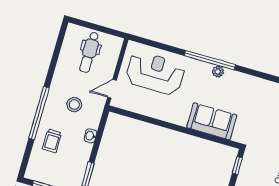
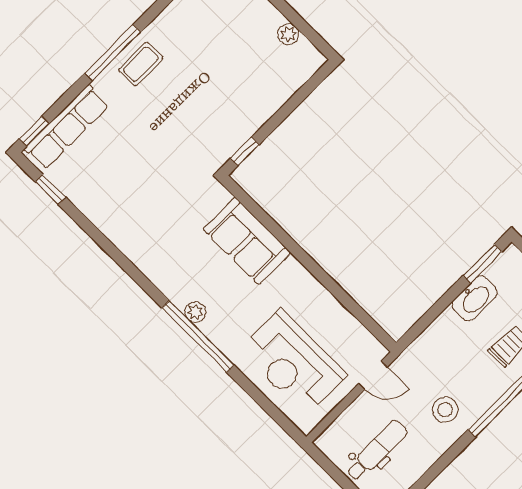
stool: (74, 105) -> (445, 410), moved
washbasin: (90, 136) -> (474, 298), moved, width x1.91, depth x1.45

